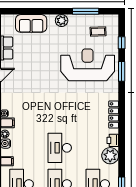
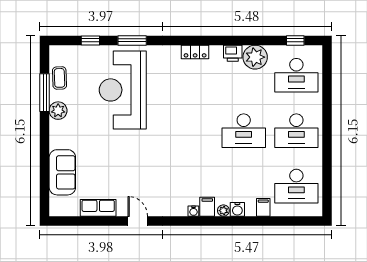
plant: (62, 21) -> (58, 111), moved
coffee table: (98, 32) -> (59, 78), moved
locker: (114, 115) -> (195, 52), width x0.66

